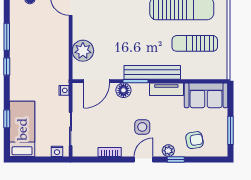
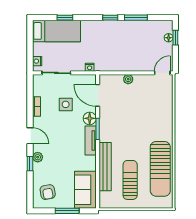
plant: (83, 51) -> (128, 79), width x0.53, depth x0.53
bench: (152, 72) -> (105, 167), moved
tv unit: (166, 89) -> (91, 140), moved
side table: (142, 127) -> (66, 104), moved
window: (230, 130) -> (67, 211), moved
armchair: (194, 140) -> (48, 192), moved

